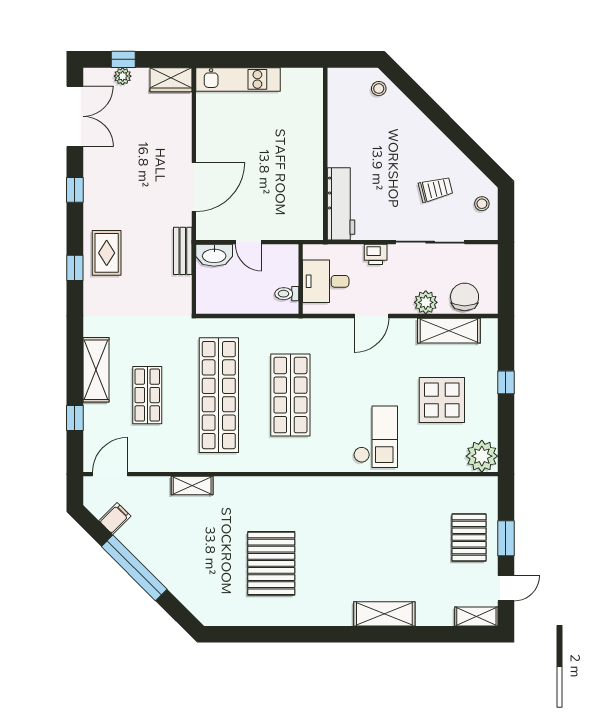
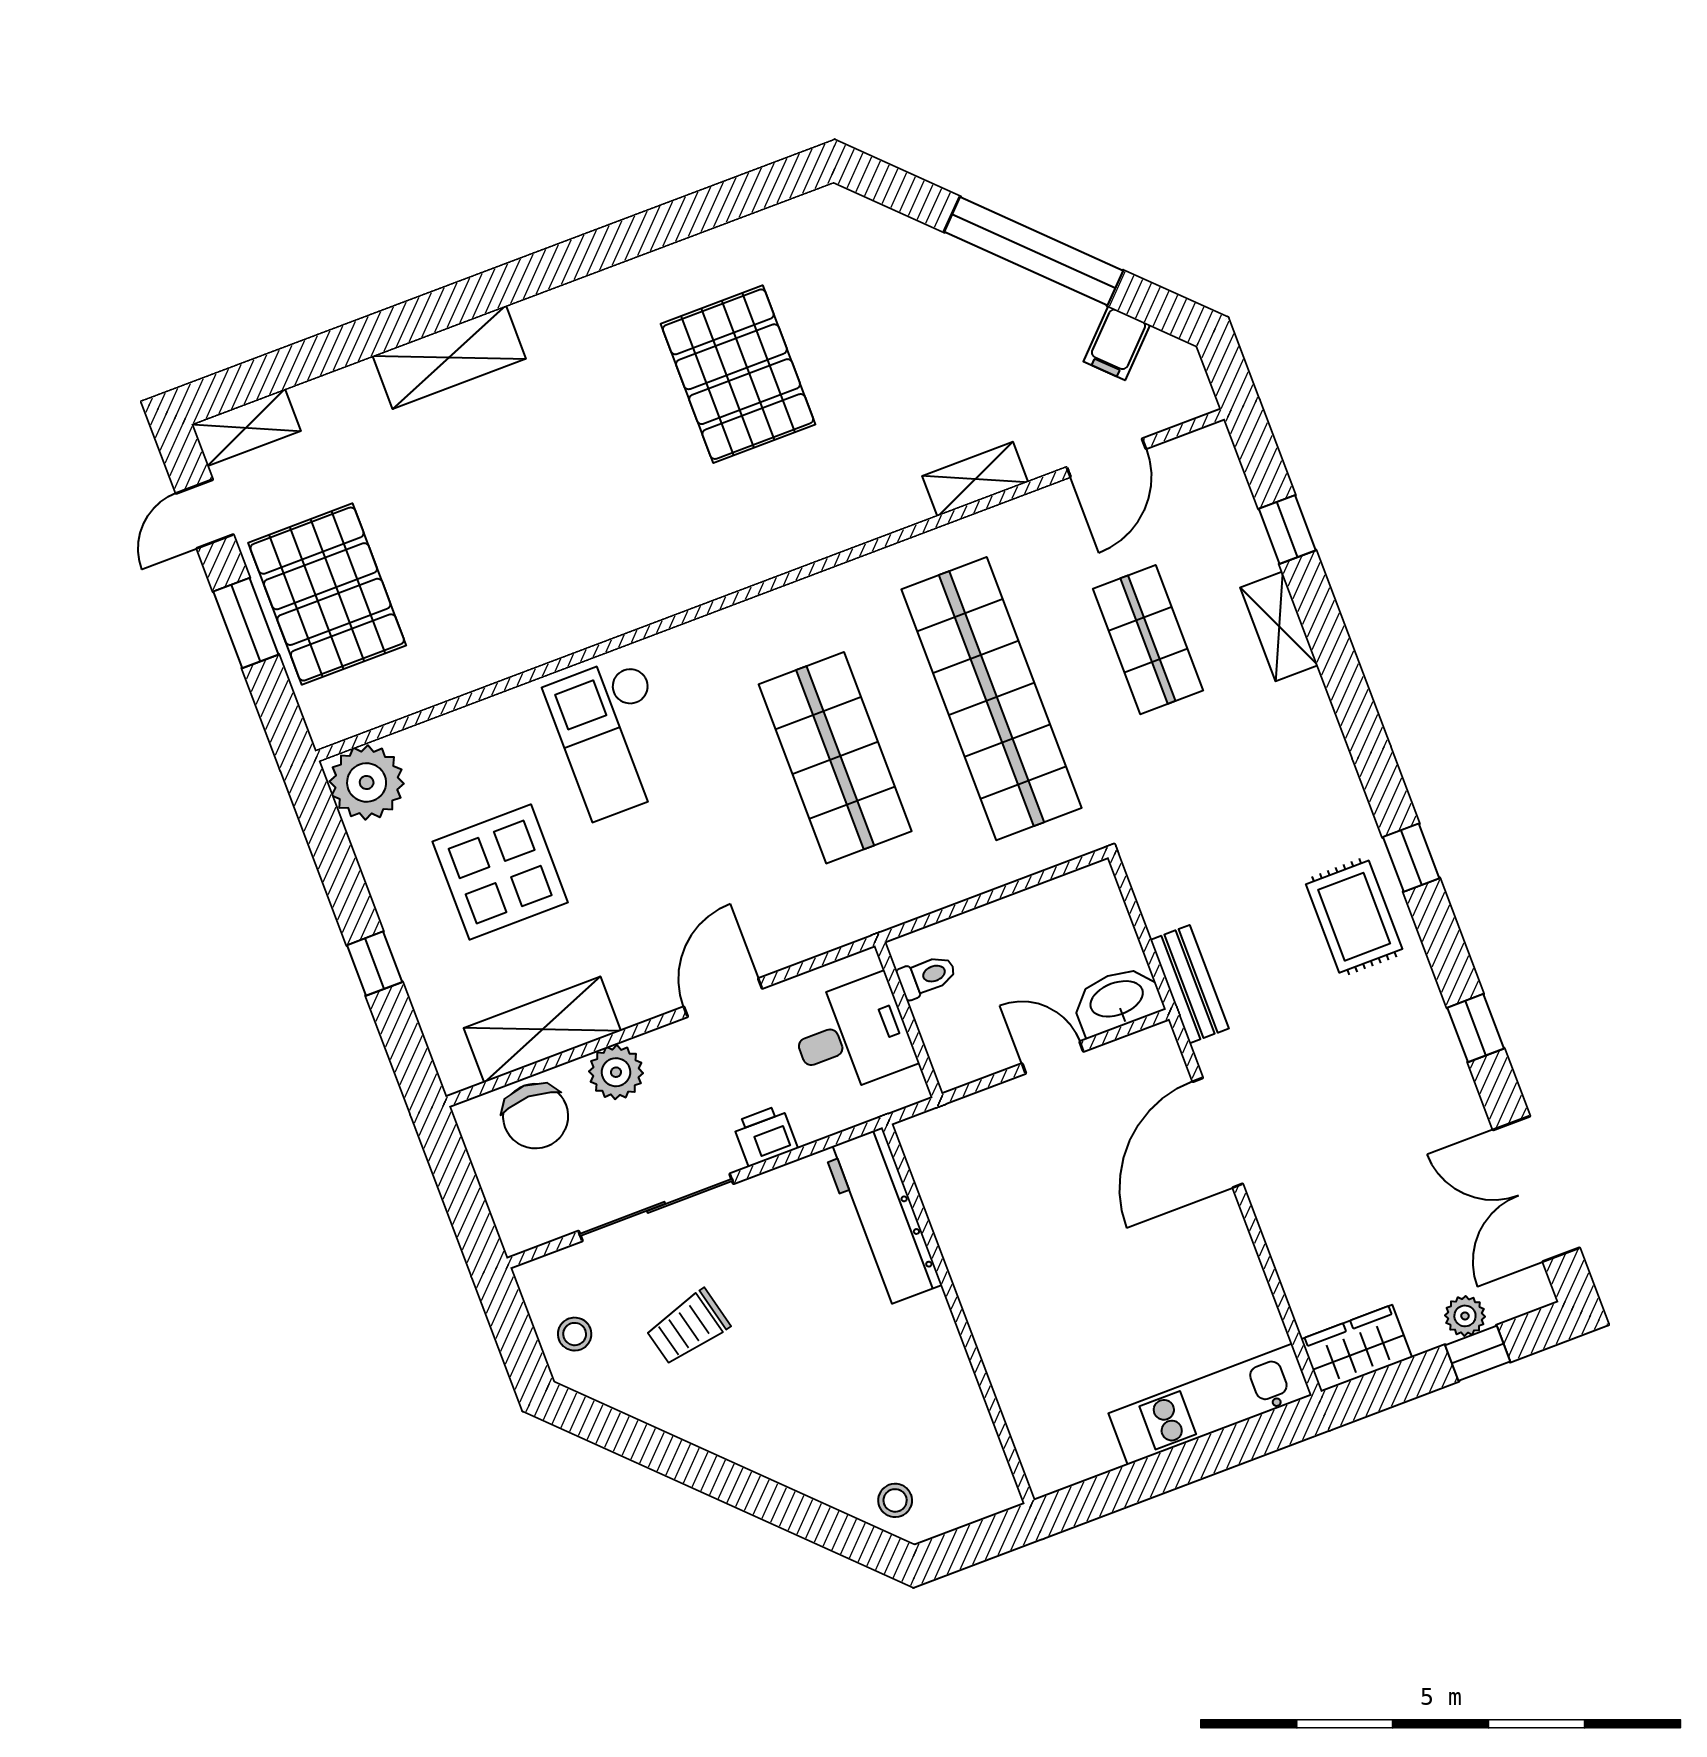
shelving: (96, 370) -> (1279, 626), width x0.67, depth x0.75
door: (110, 474) -> (1106, 458), moved
pallet: (469, 537) -> (327, 594), width x1.37, depth x1.41

